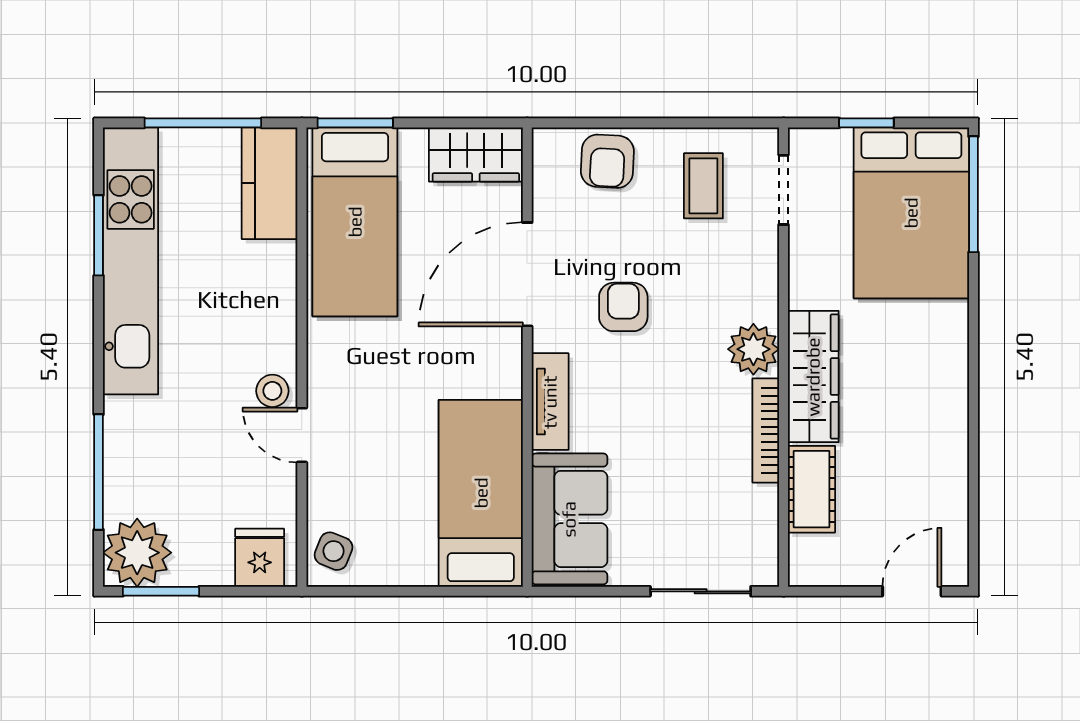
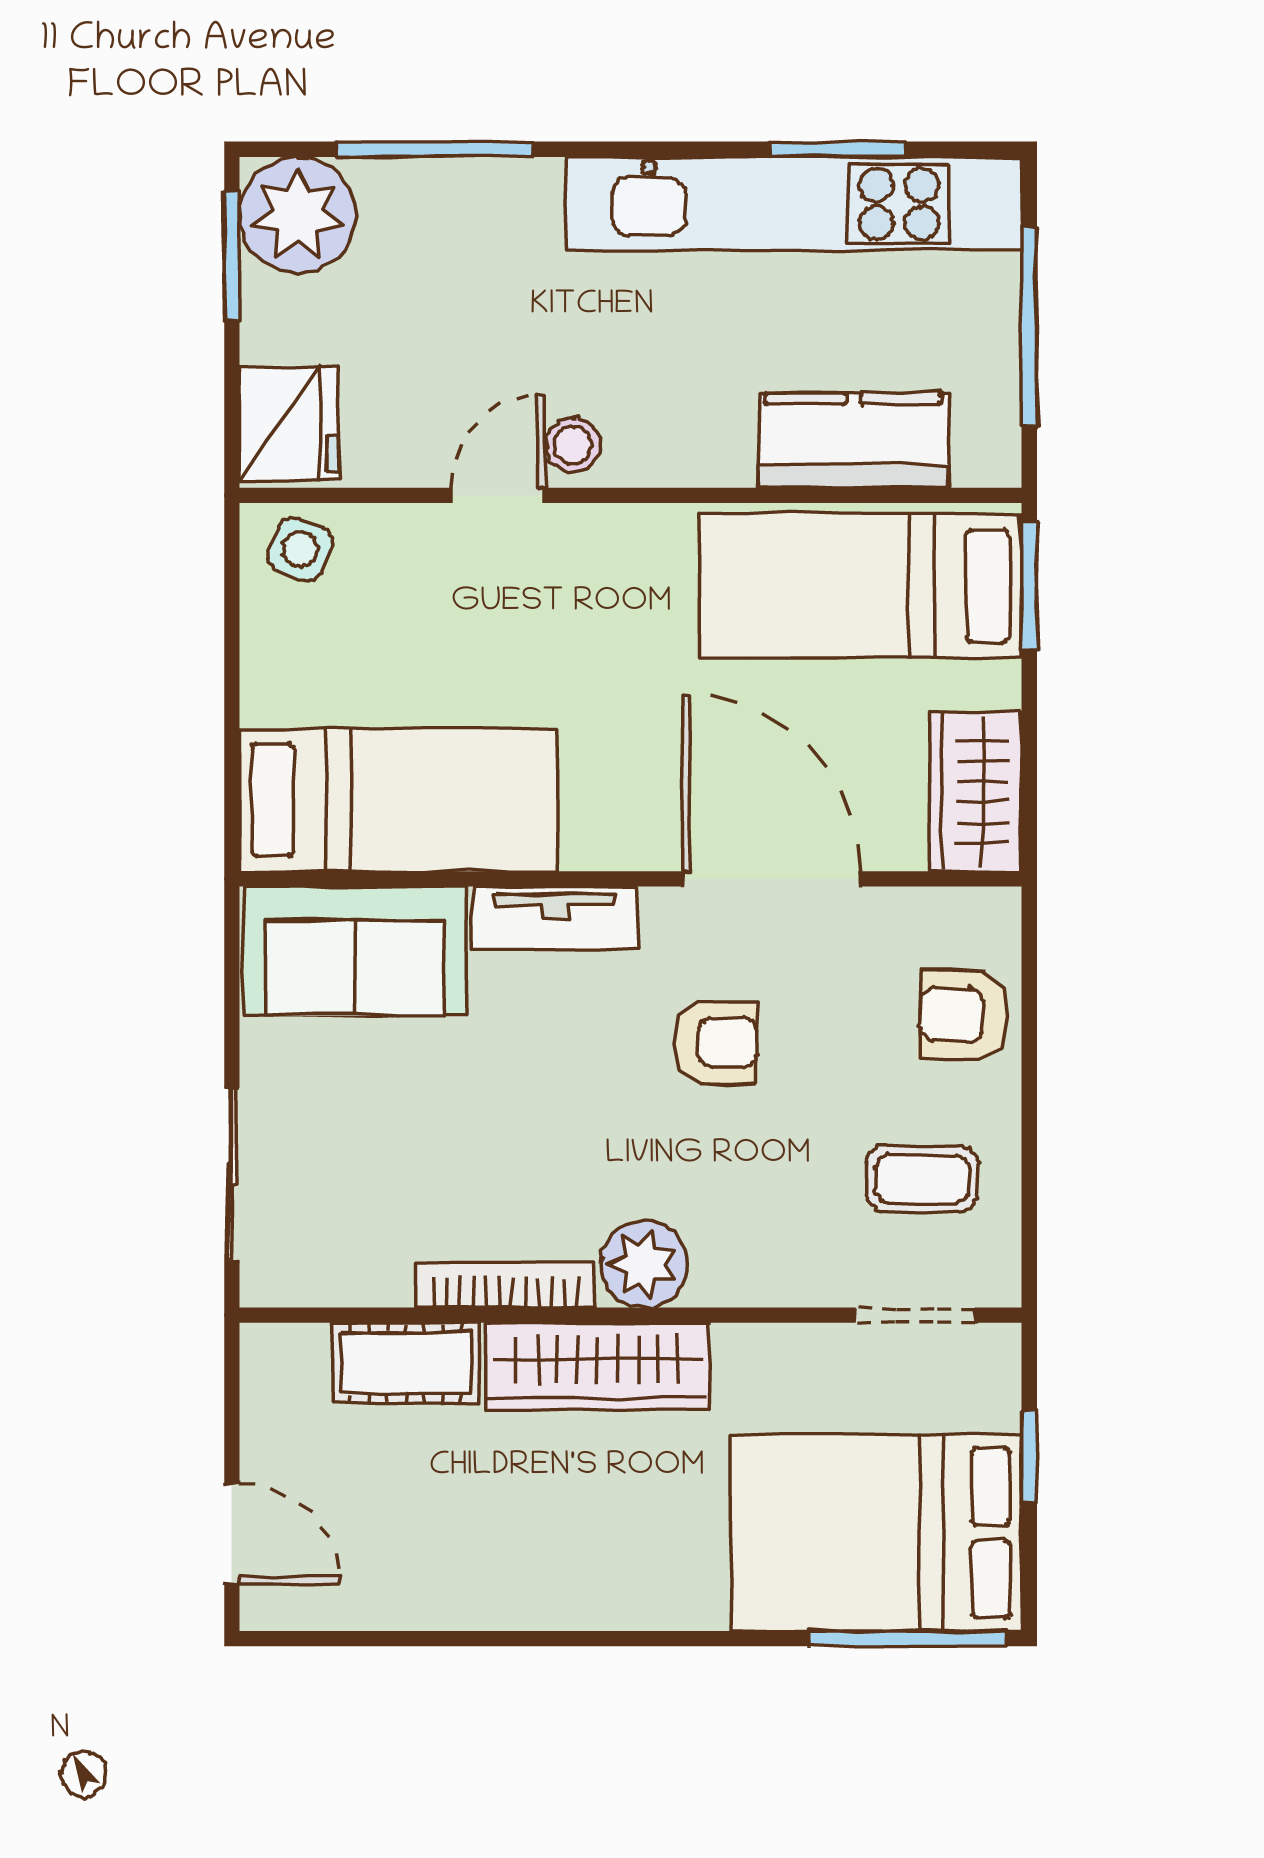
kitchen counter: (269, 183) -> (853, 440), moved
fridge: (260, 558) -> (289, 423), width x1.38

